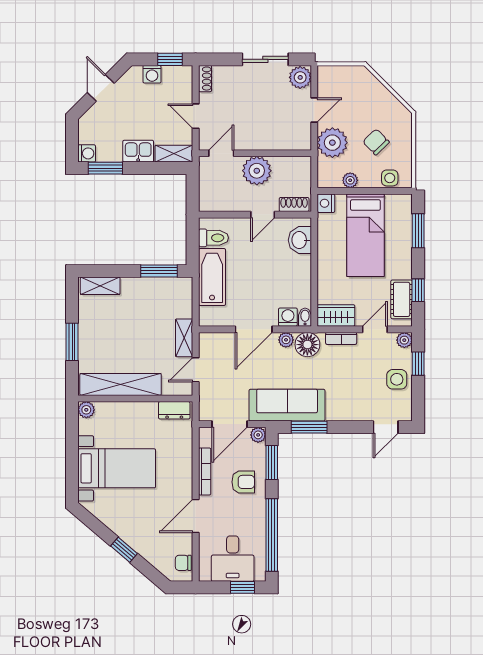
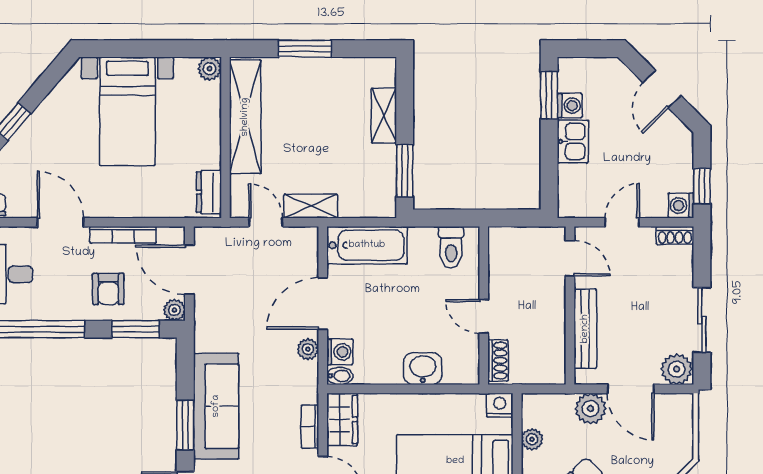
washing machine: (152, 74) -> (681, 206), moved
door: (101, 88) -> (662, 89), swing flipped
door: (314, 110) -> (631, 389), width x1.38
bench: (272, 142) -> (585, 329), added
plant: (332, 143) -> (591, 409), width x0.73, depth x0.73
washing machine: (87, 153) -> (570, 106), moved, turned -90
shelving: (174, 154) -> (569, 192), removed
plant: (257, 171) -> (545, 308), removed
washbasin: (300, 240) -> (423, 369), moved
bathtub: (212, 277) -> (367, 245), moved
shelving: (100, 286) -> (384, 115), moved
door: (254, 329) -> (323, 304), hinge flipped
floor lamp: (307, 345) -> (301, 379), removed
sofa: (287, 405) -> (216, 406), moved
window: (309, 427) -> (185, 425), moved

